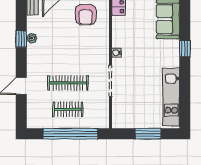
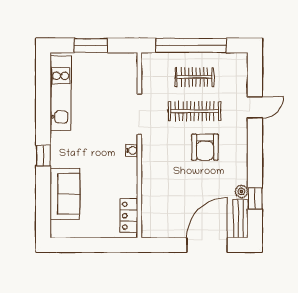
armchair: (86, 15) -> (205, 147), moved, turned 180
plant: (32, 38) -> (241, 191), moved
window: (21, 39) -> (255, 199), moved

